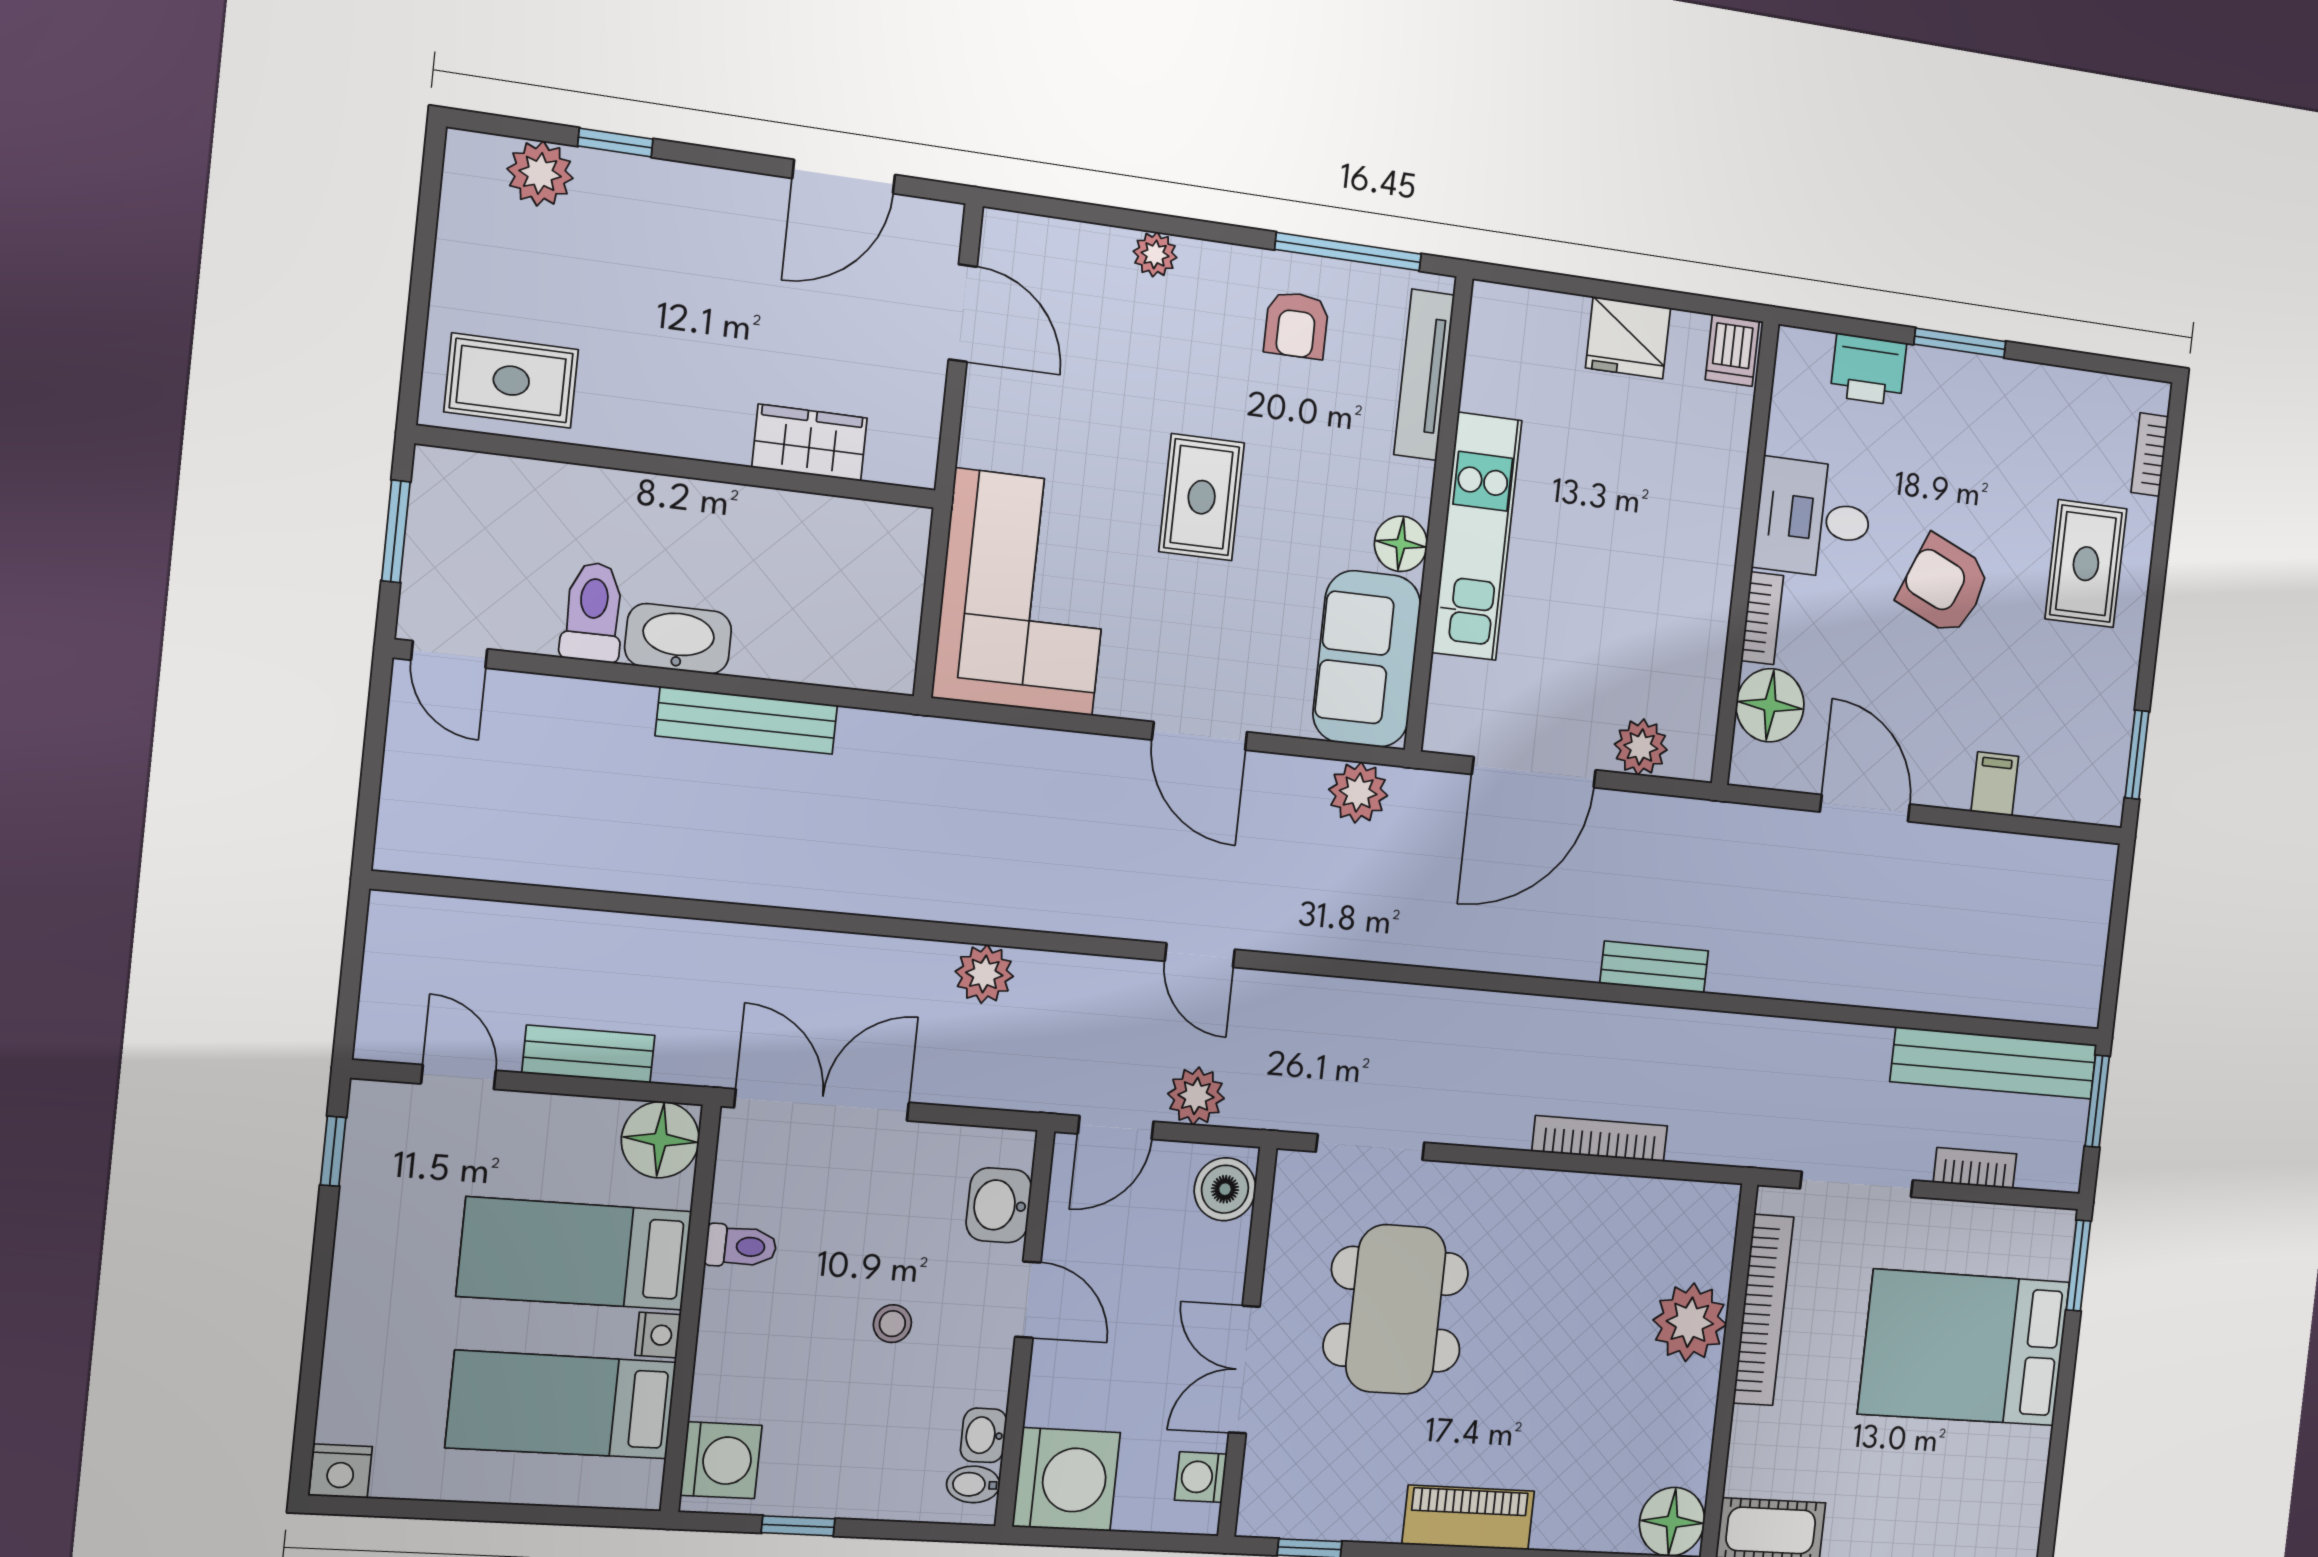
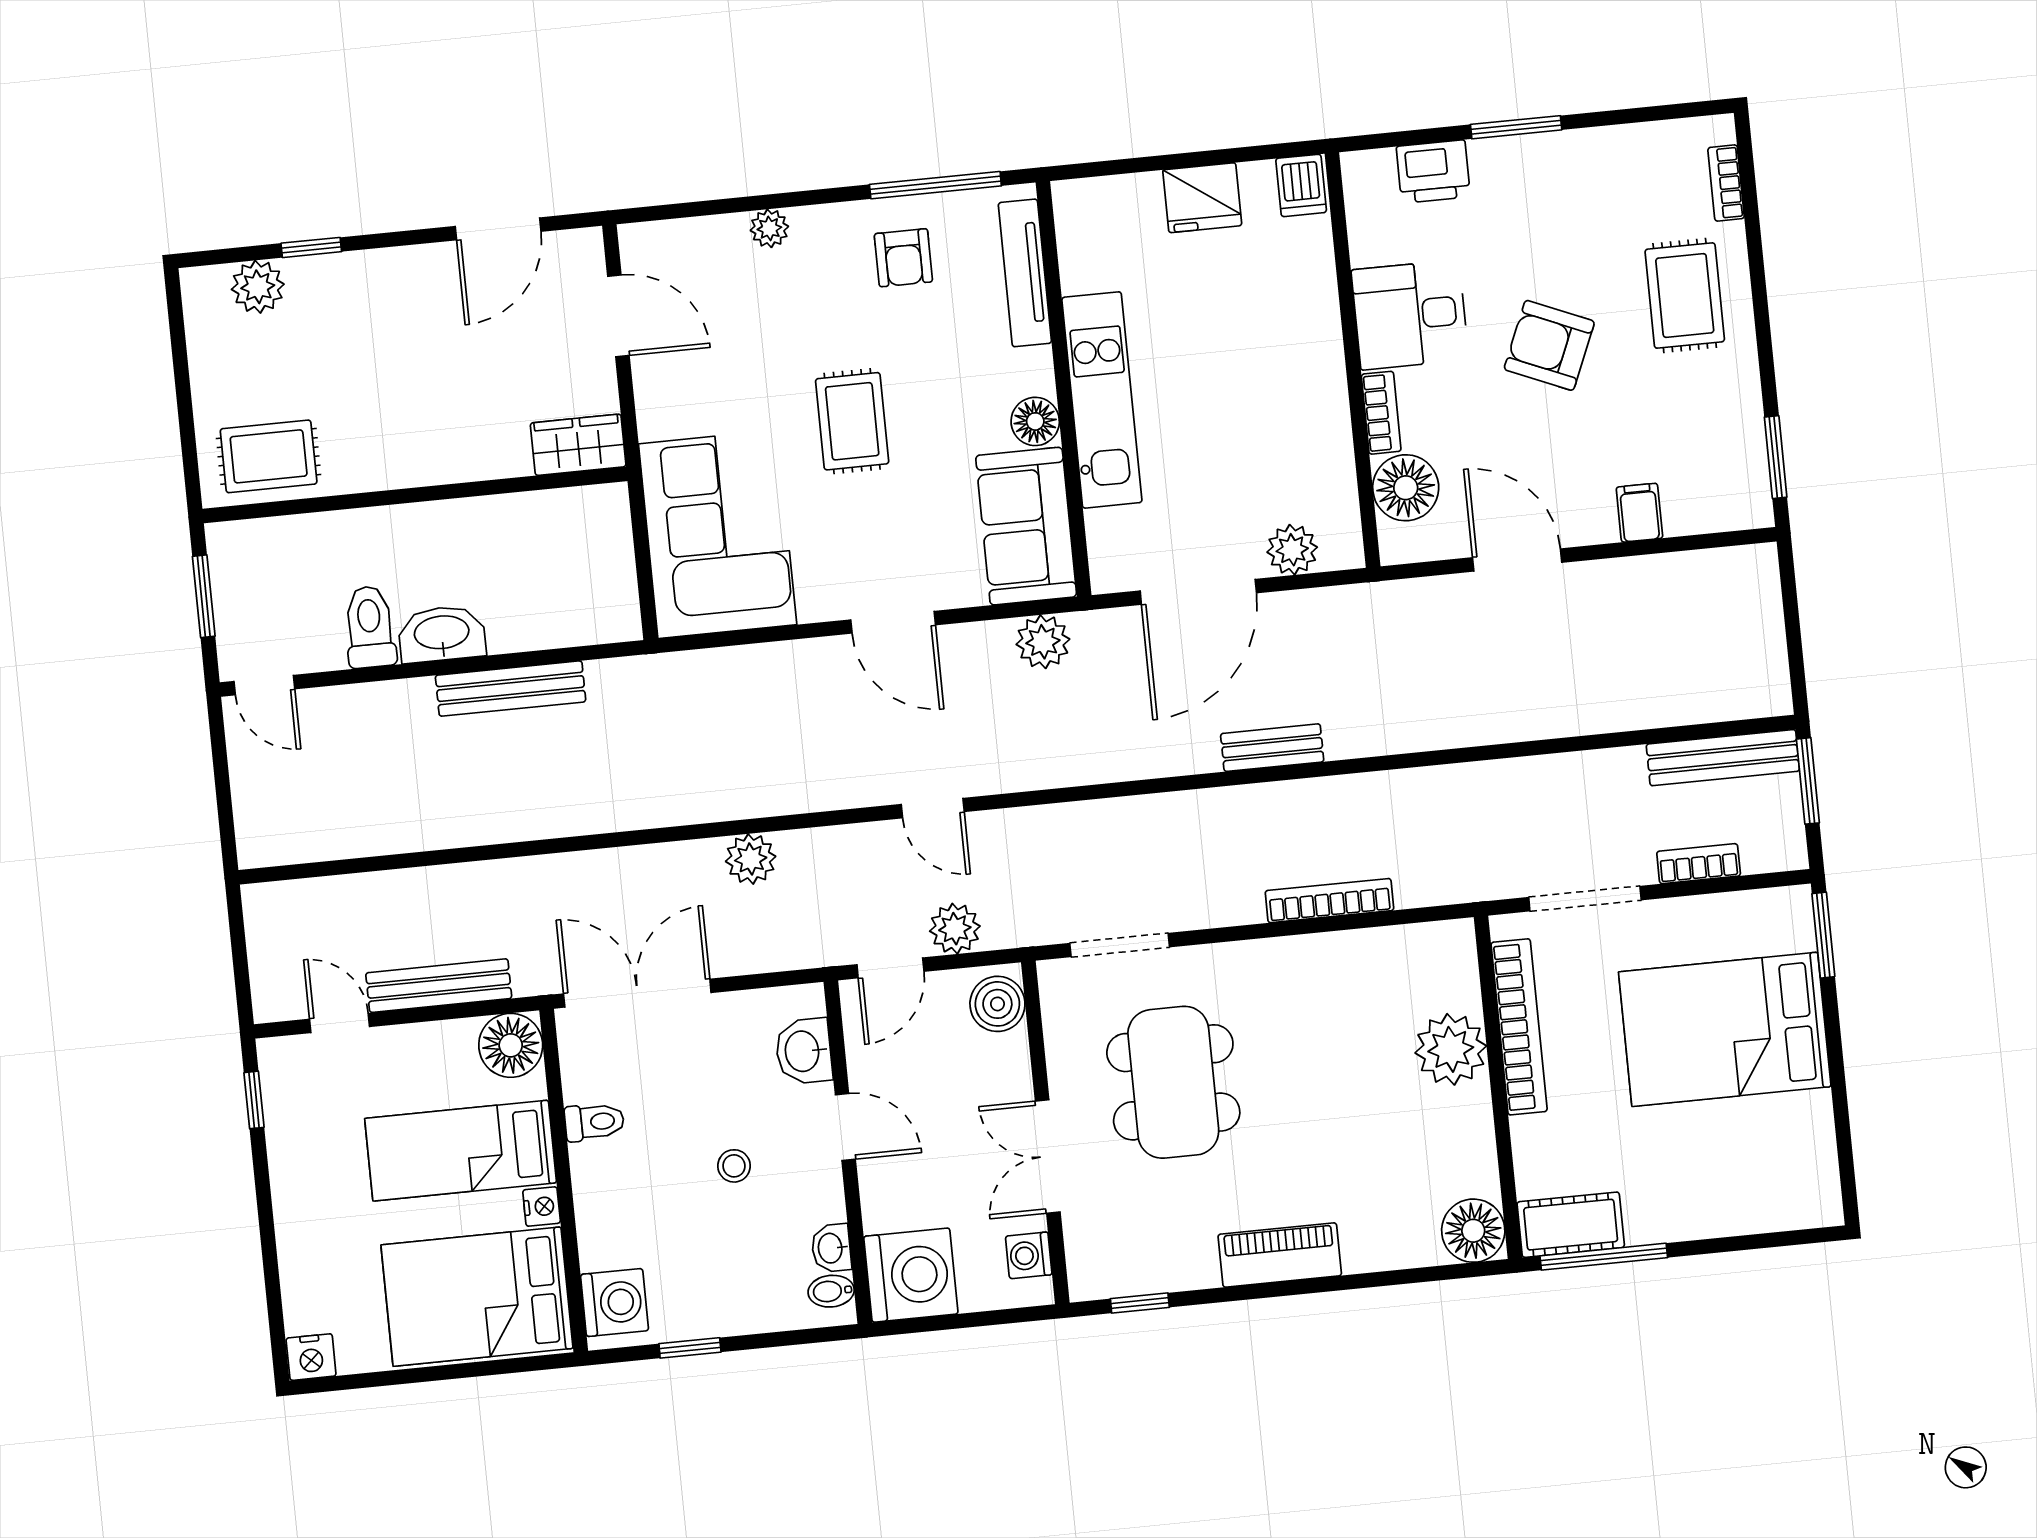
wardrobe: (810, 443) -> (578, 445), moved
bench: (1654, 967) -> (1272, 748), moved
bench: (588, 1054) -> (439, 986), width x1.36
bench: (1994, 1063) -> (1723, 758), width x0.73, depth x0.82
bed: (561, 1405) -> (477, 1297), width x1.50

